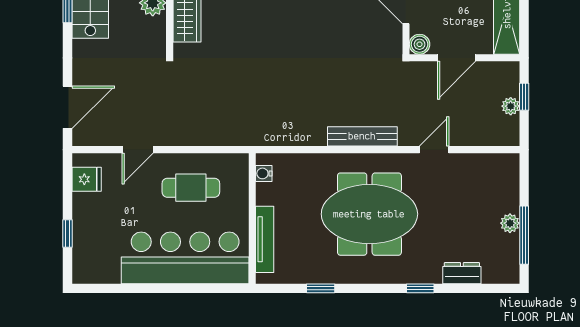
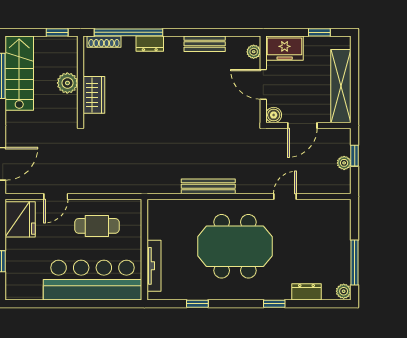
bench: (362, 136) -> (208, 186), moved
water cooler: (264, 173) -> (153, 215), removed
fridge: (87, 179) -> (20, 219), width x1.88, depth x1.34
plant: (510, 223) -> (344, 291), moved

